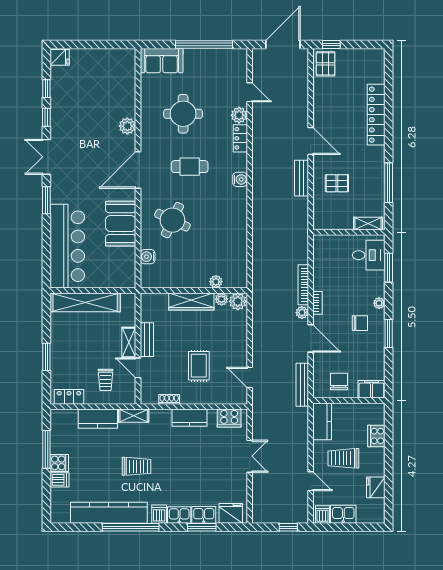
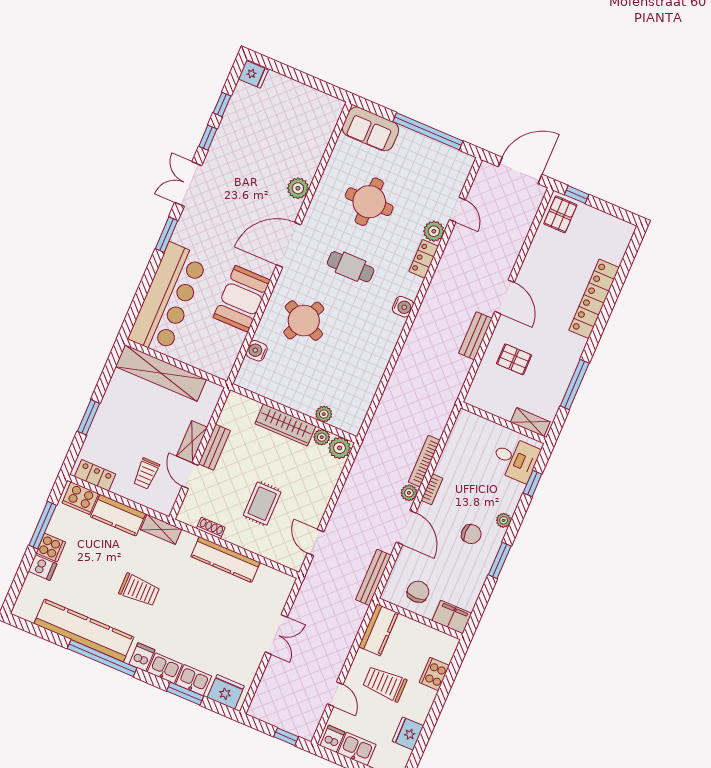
window: (389, 268) -> (532, 484), width x0.67
kitchen counter: (190, 418) -> (225, 559), width x1.50
cooker: (229, 418) -> (80, 498), moved

